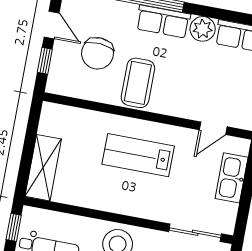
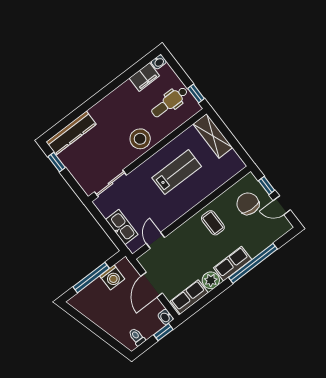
chair: (98, 53) -> (248, 204), moved
coffee table: (138, 83) -> (213, 223), width x0.73, depth x0.77
lab bench: (138, 155) -> (177, 172), moved

